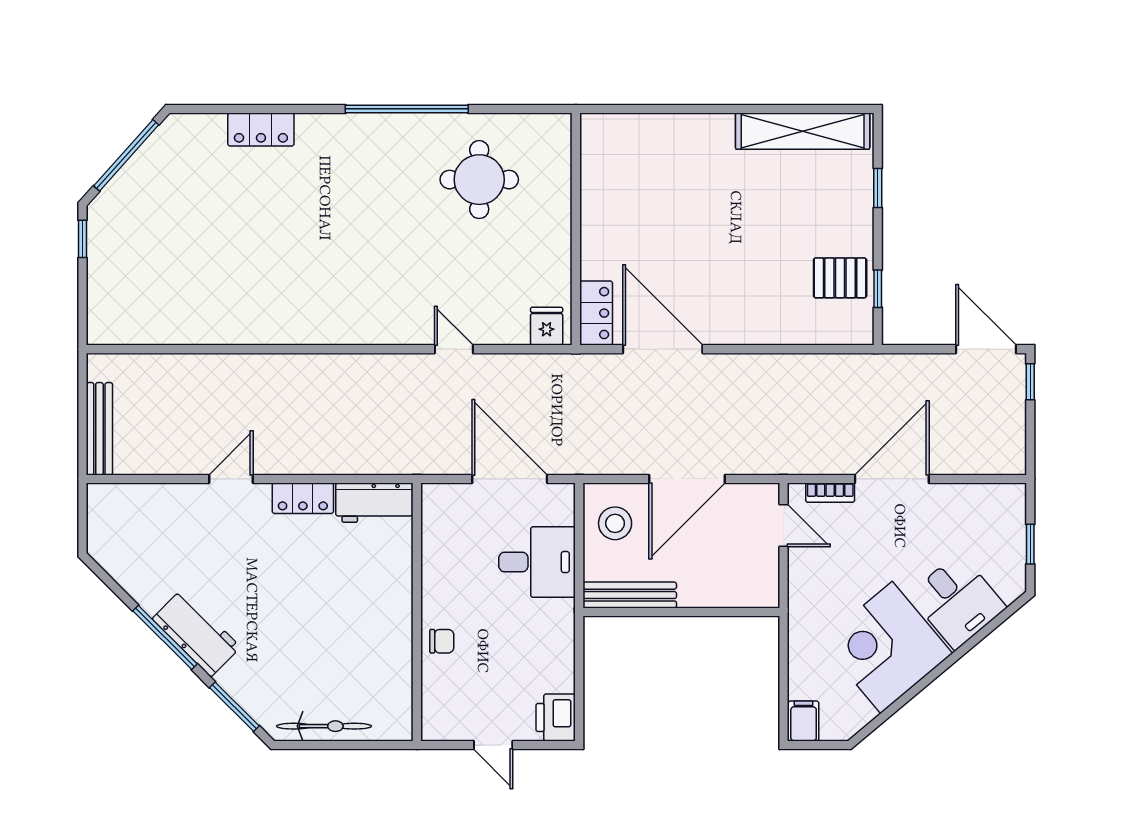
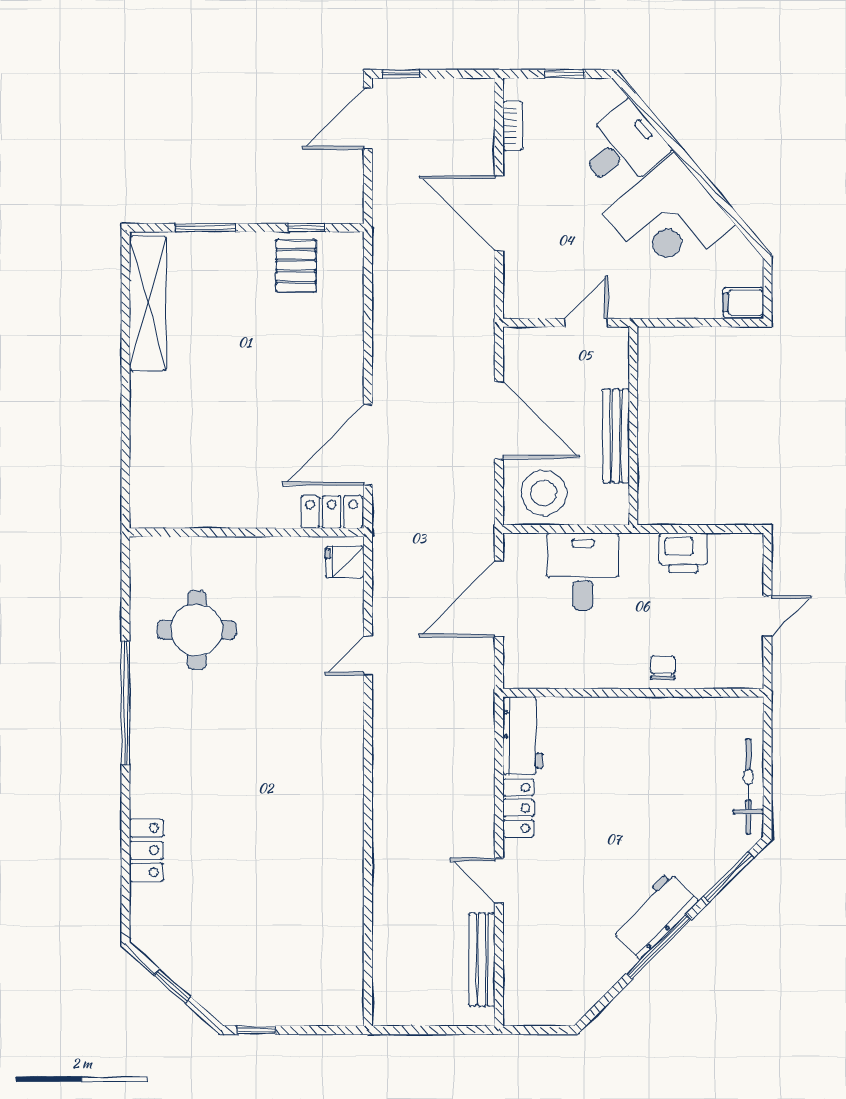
window: (126, 155) -> (172, 986), width x0.46
window: (878, 188) -> (205, 228), width x1.50
bench: (99, 429) -> (482, 960), moved, turned 90
bookcase: (830, 493) -> (513, 126), moved
stool: (615, 523) -> (544, 493), width x1.38, depth x1.38
door: (784, 525) -> (586, 323), moved
bench: (630, 595) -> (616, 436), moved
printer: (556, 717) -> (683, 553), moved

